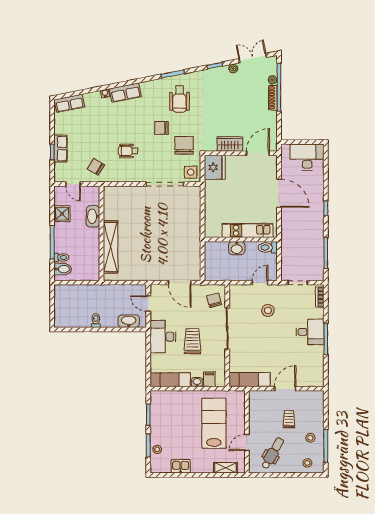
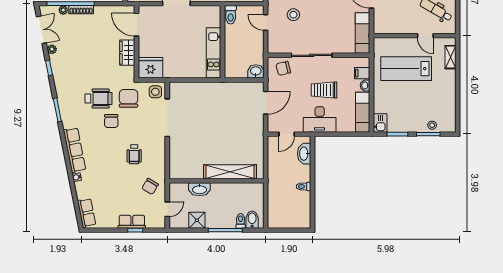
double door: (253, 58) -> (41, 30), swing flipped
row of seats: (125, 93) -> (75, 150), width x1.48
wheelchair: (180, 99) -> (99, 99), moved
chair: (184, 145) -> (129, 98), turned 90
kitchen unit: (248, 230) -> (214, 53), moved
washbasin: (237, 248) -> (256, 71), moved, turned -90
kitchen sink: (181, 466) -> (380, 123), moved, turned 180

